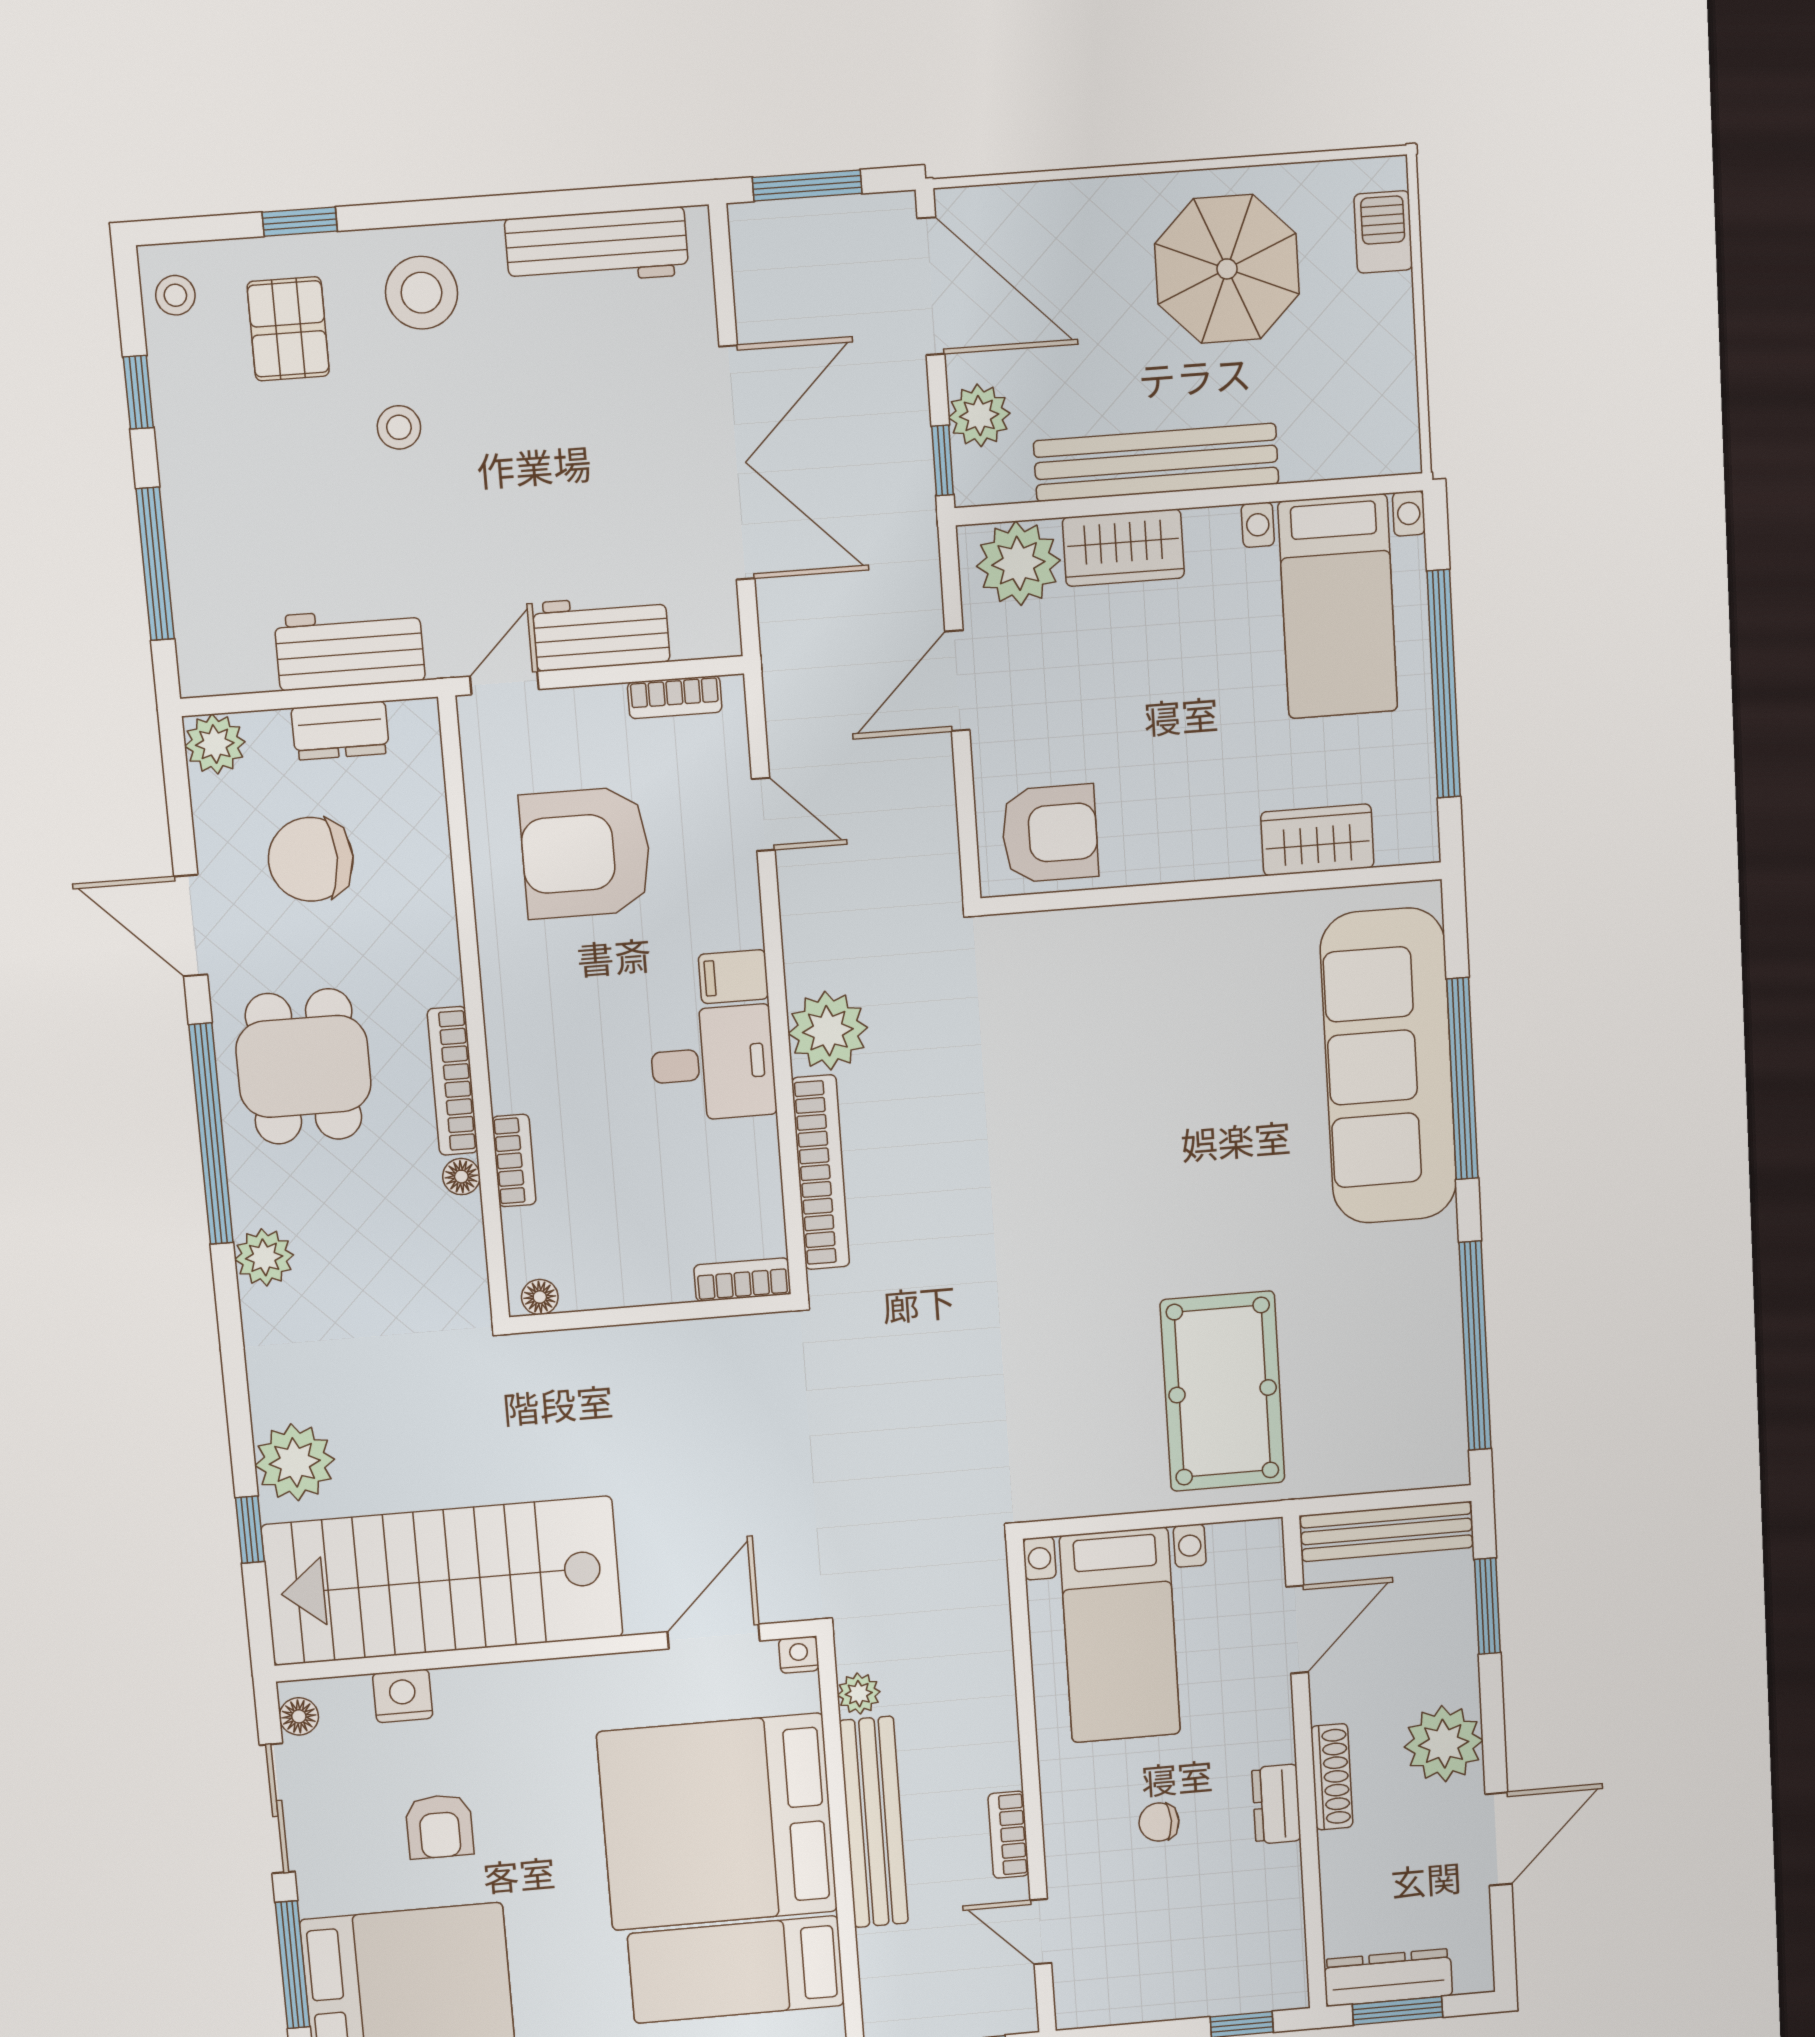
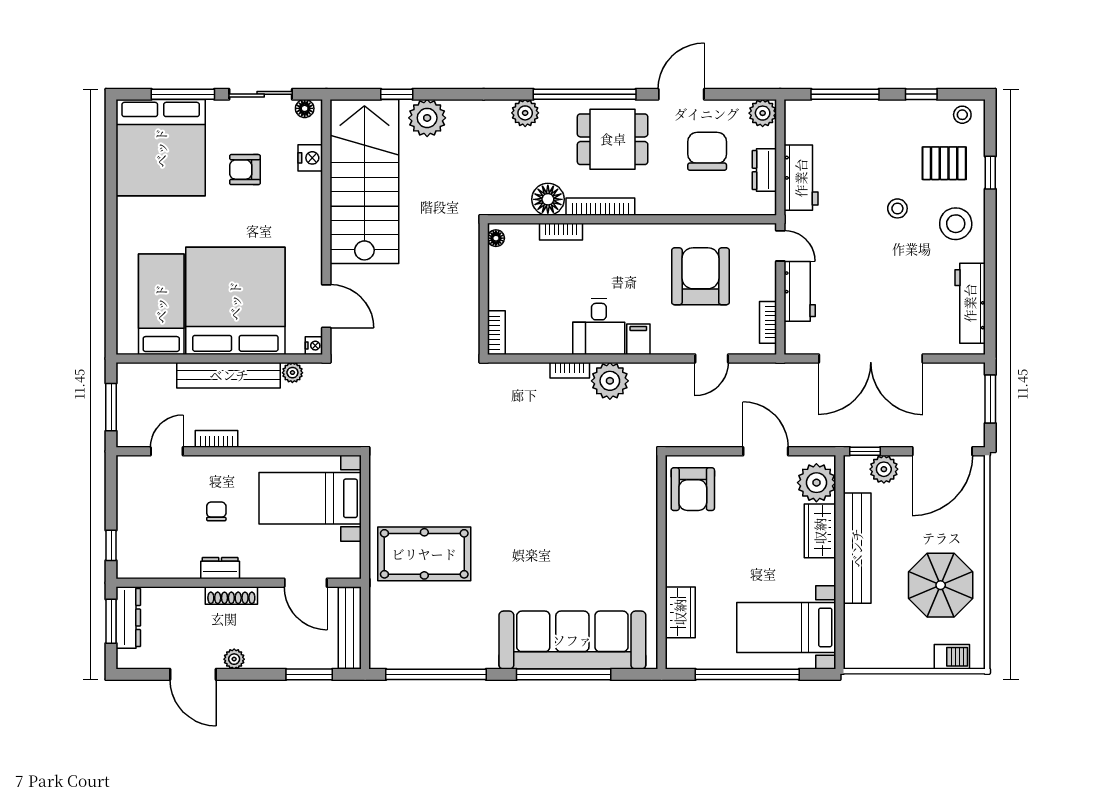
bookcase: (821, 1172) -> (570, 370), width x0.43, depth x0.76
floor lamp: (461, 1177) -> (548, 199), width x1.89, depth x1.89
plant: (1444, 1744) -> (234, 659), width x0.53, depth x0.53

